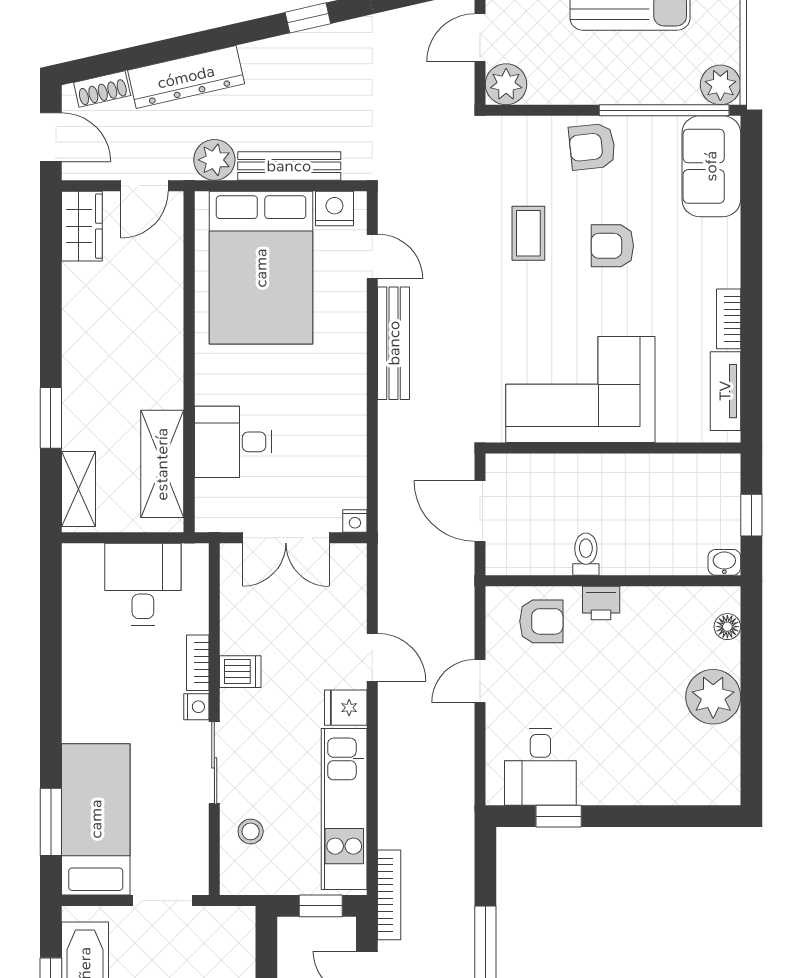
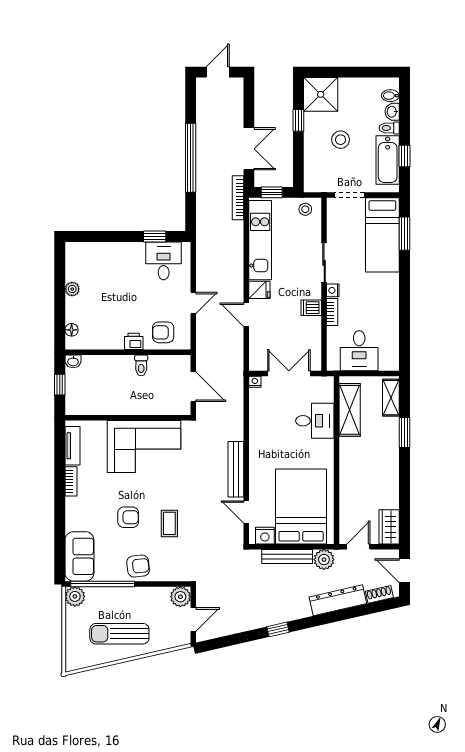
plant: (713, 697) -> (72, 289), width x0.53, depth x0.53
stool: (251, 831) -> (305, 209), moved

